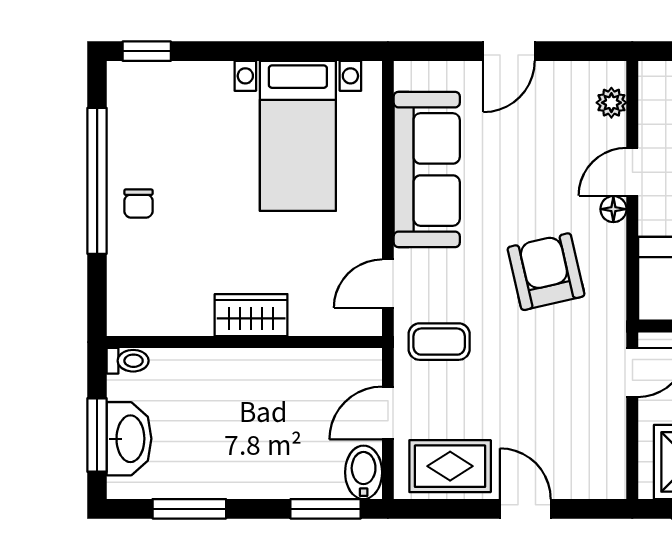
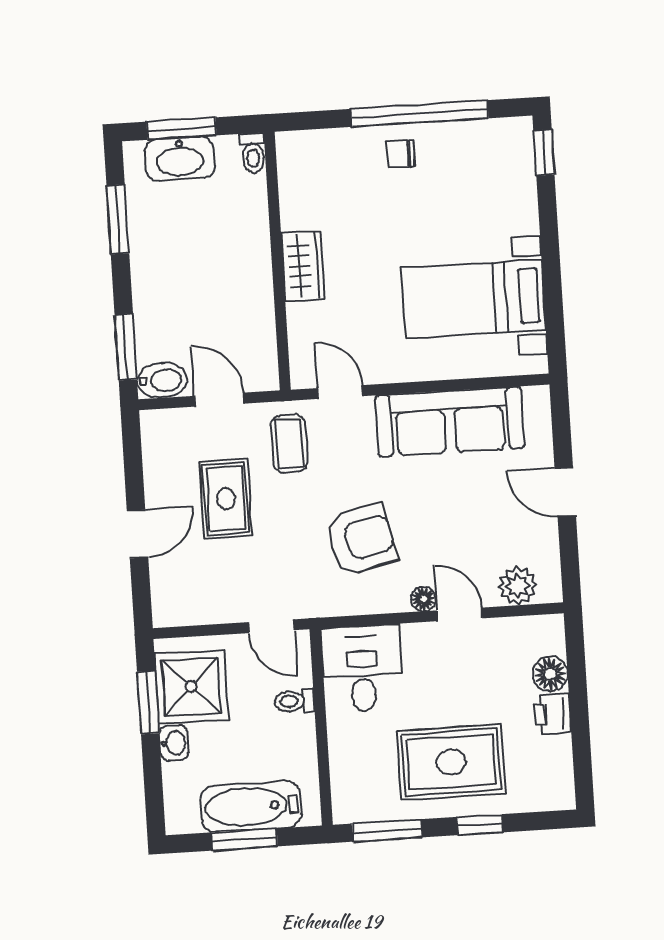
plant: (611, 103) -> (518, 586), width x1.38, depth x1.38
rug: (450, 466) -> (226, 499), moved

